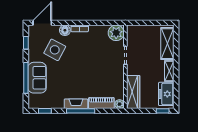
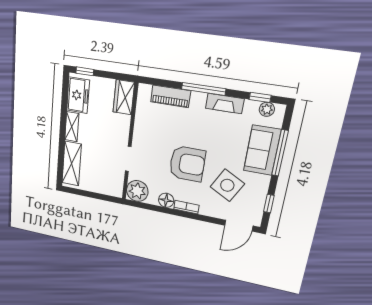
floor lamp: (65, 30) -> (166, 200), moved
armchair: (84, 60) -> (187, 164), added
wardrobe: (133, 92) -> (124, 97), width x0.67
fireplace: (76, 104) -> (225, 104), moved
plant: (120, 104) -> (267, 109), moved

